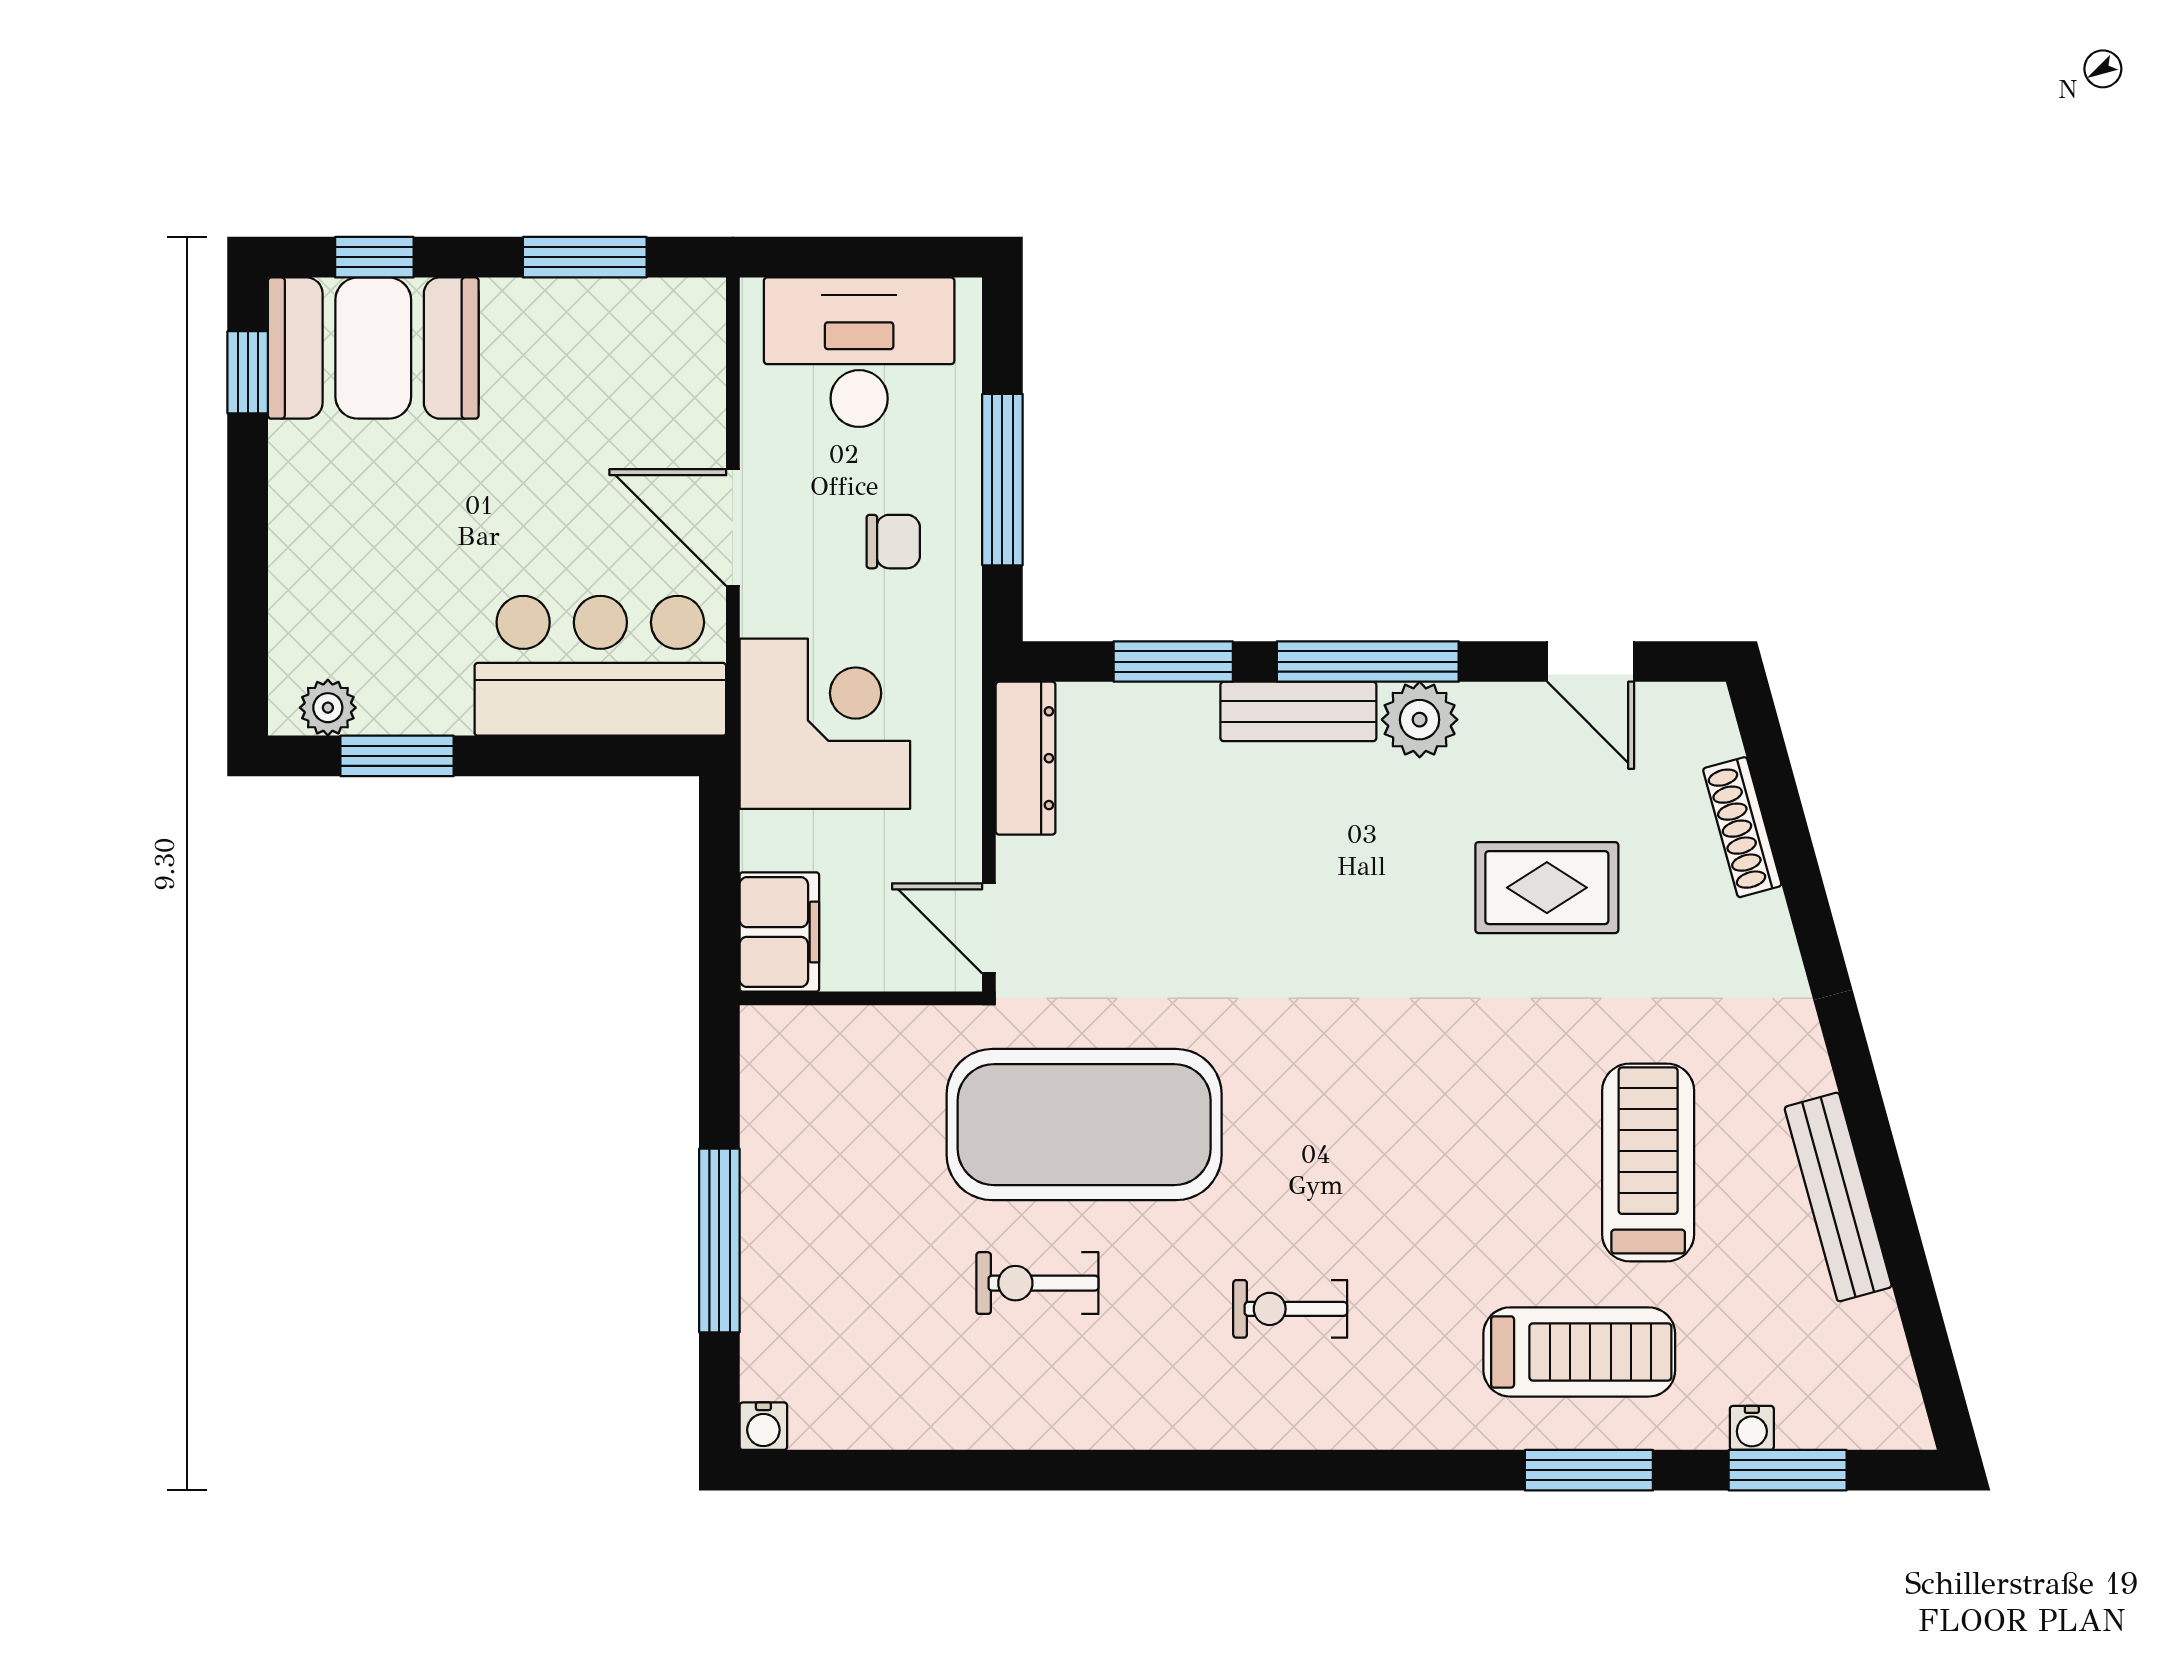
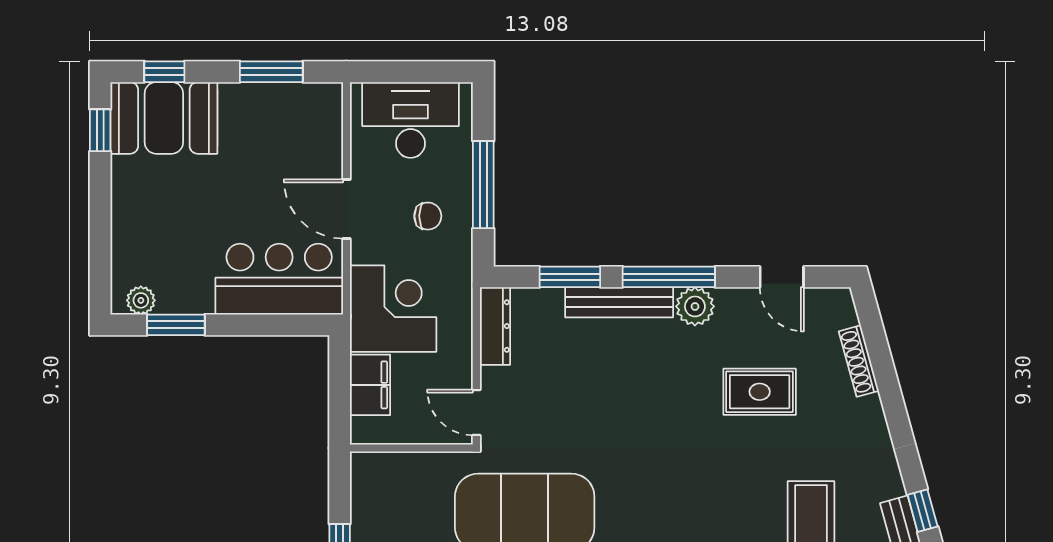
bench: (1298, 711) -> (619, 302), width x1.36
filing cabinet: (779, 932) -> (370, 385), moved
window: (1868, 1122) -> (923, 511), added

